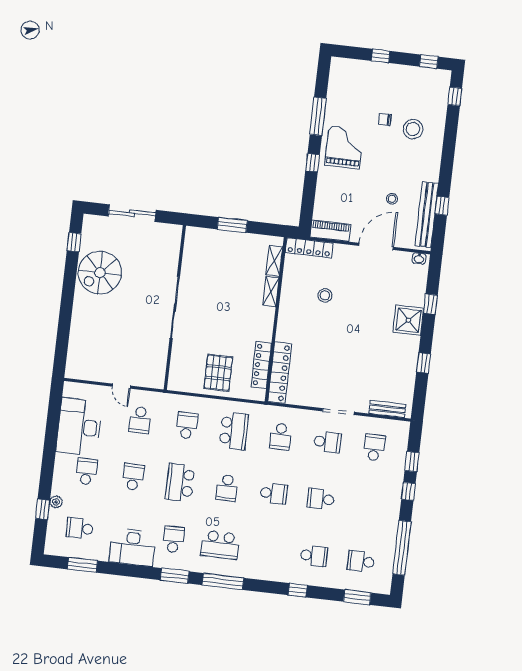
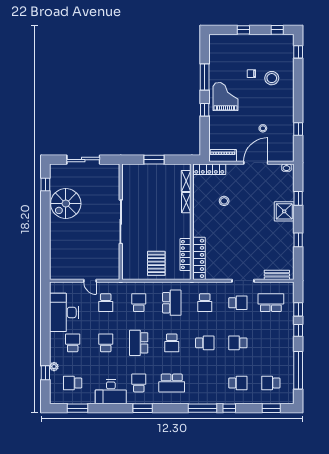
bench: (427, 215) -> (288, 136), removed
school desk: (374, 447) -> (271, 303), width x1.85
window: (223, 581) -> (202, 408), moved

